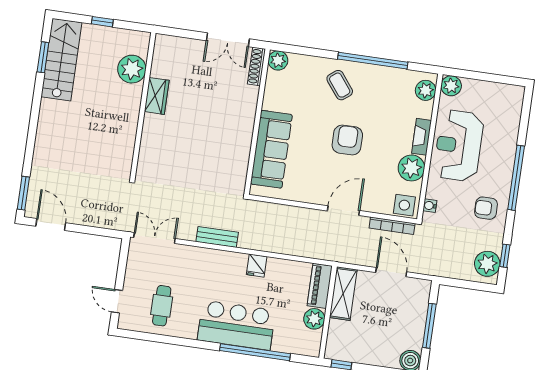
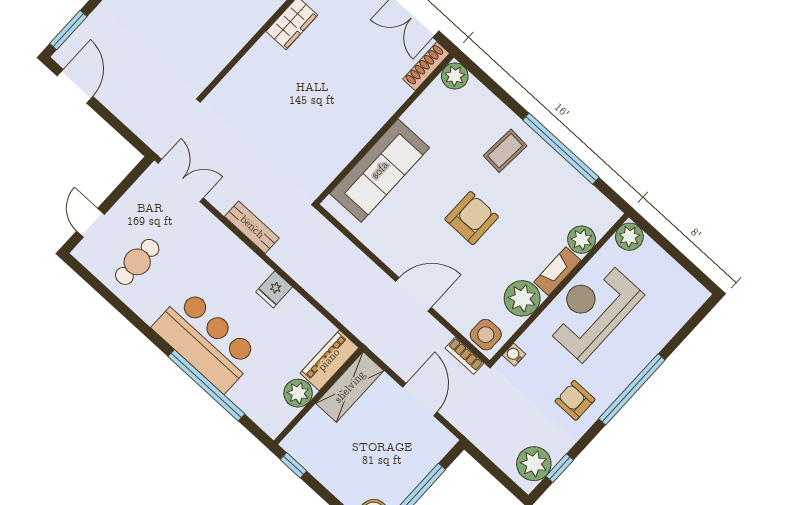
coffee table: (340, 85) -> (505, 151), turned 42
plant: (426, 90) -> (582, 240), moved
bookcase: (392, 226) -> (464, 356), width x0.64

